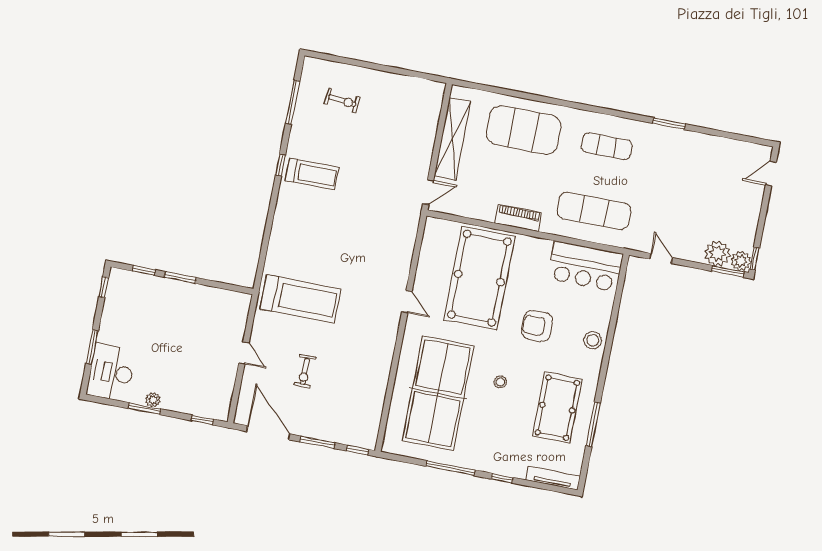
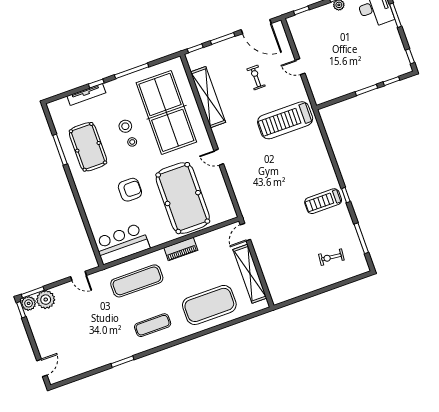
stool: (593, 340) -> (125, 126), moved
shelving: (377, 382) -> (208, 97), added
tv unit: (553, 478) -> (86, 94), moved

